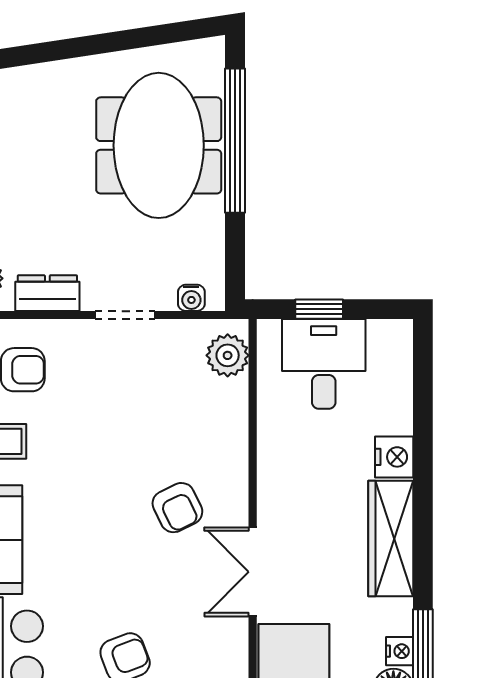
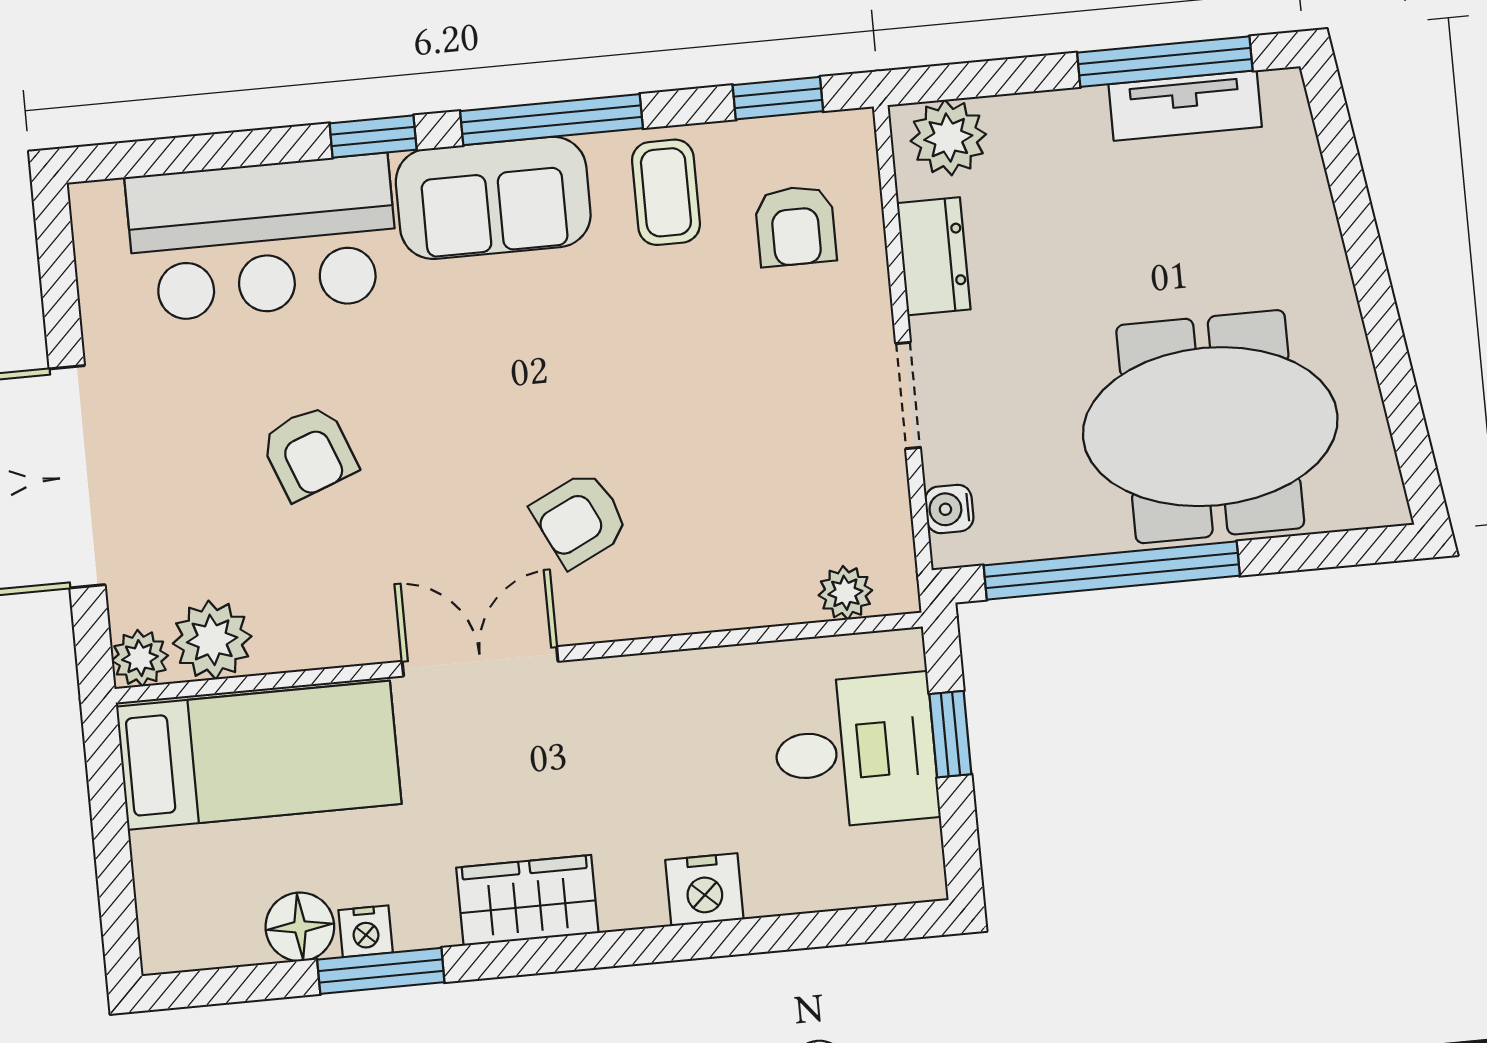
window: (235, 141) -> (1112, 571), moved
plant: (228, 355) -> (845, 593), width x0.73, depth x0.73
wardrobe: (391, 539) -> (527, 900), width x0.67

